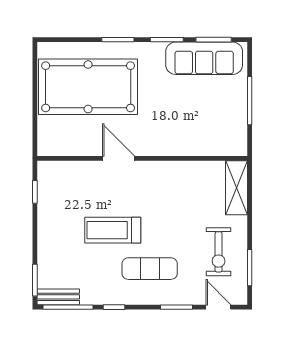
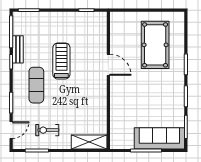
sofa: (204, 58) -> (159, 138), moved, turned 90
pool table: (88, 87) -> (155, 45), width x0.73, depth x0.76
door: (118, 158) -> (108, 65), hinge flipped
exercise bike: (219, 252) -> (47, 130), width x0.73, depth x0.72
bench: (58, 297) -> (18, 49), moved

